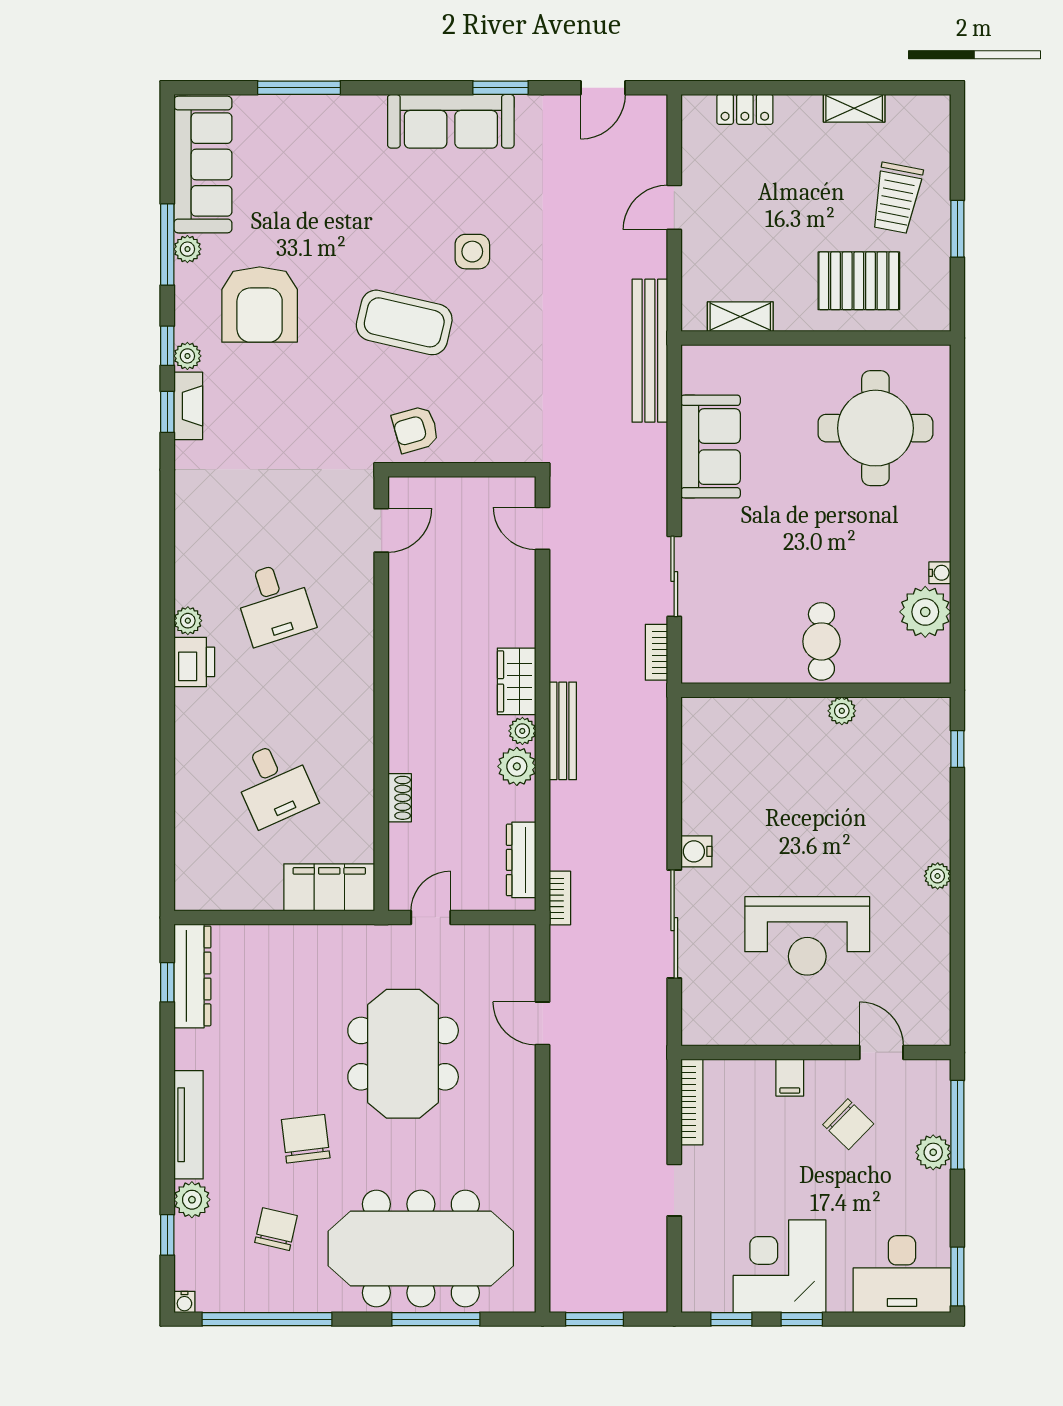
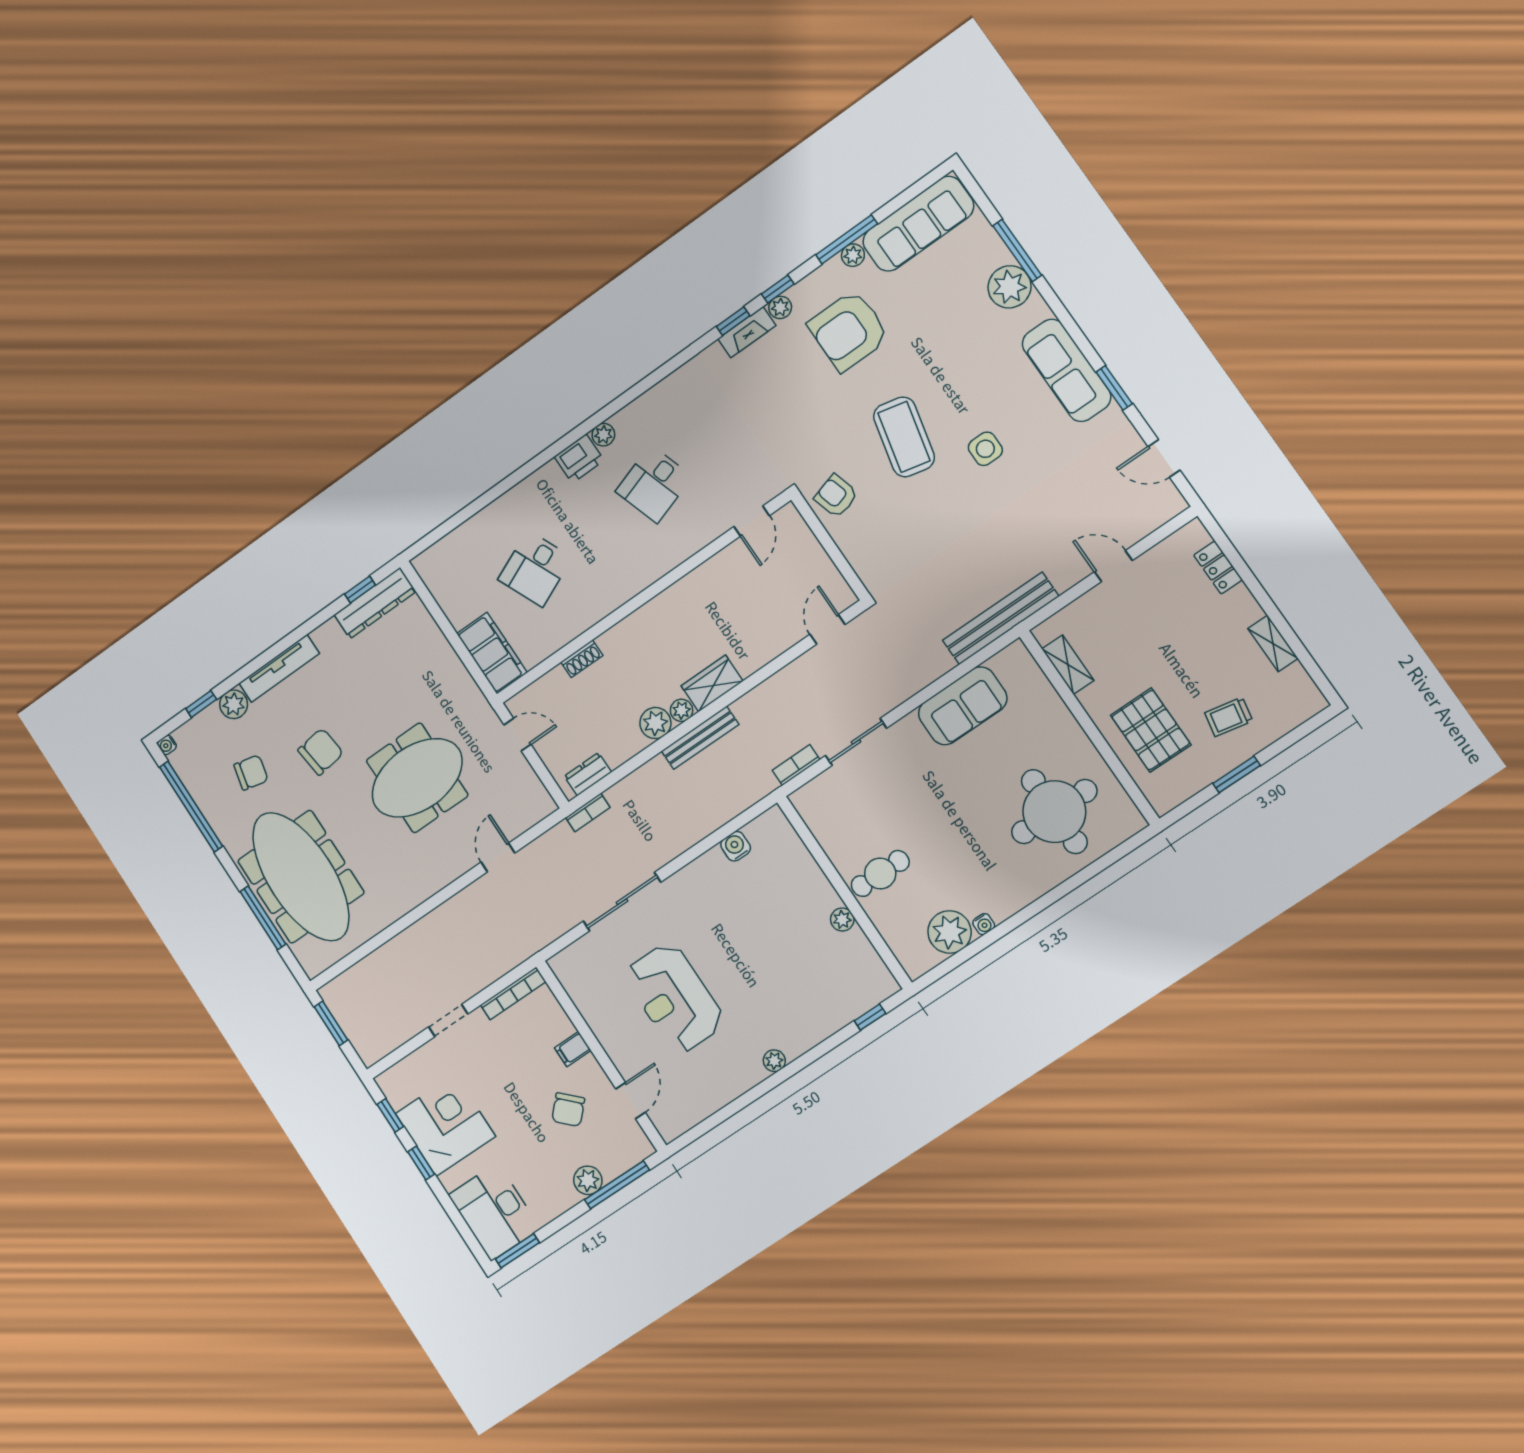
plant: (329, 120) -> (1009, 287), added
trolley: (897, 198) -> (1229, 717), width x0.73, depth x0.72
door: (381, 530) -> (752, 521), hinge flipped
water cooler: (696, 851) -> (736, 846), moved
dresser: (521, 860) -> (588, 774), width x0.70

